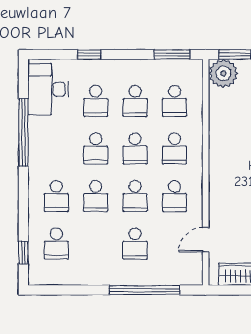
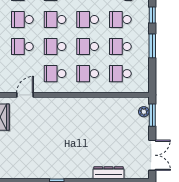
window: (172, 54) -> (152, 46), moved
plant: (223, 73) -> (144, 112), width x0.53, depth x0.53
door: (206, 240) -> (25, 95), hinge flipped
school desk: (96, 244) -> (22, 19), added

